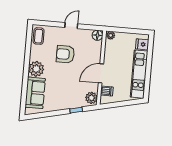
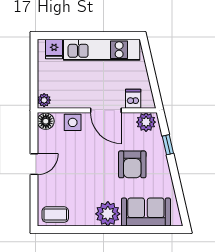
door: (71, 26) -> (34, 164), swing flipped
side table: (95, 52) -> (73, 122), added
armchair: (65, 54) -> (132, 164), moved

